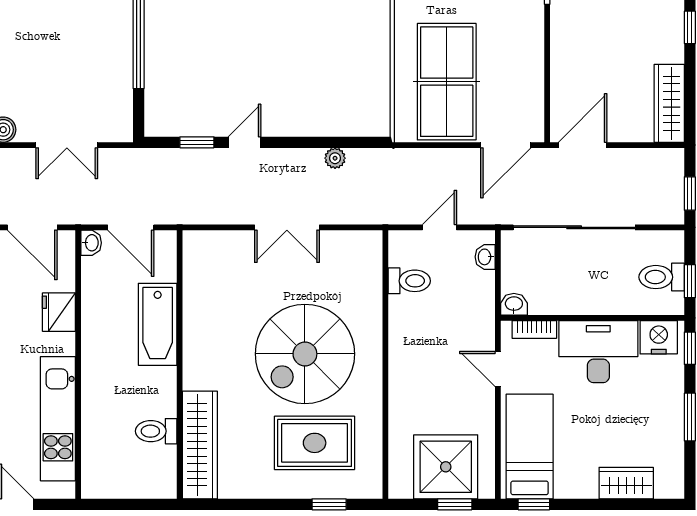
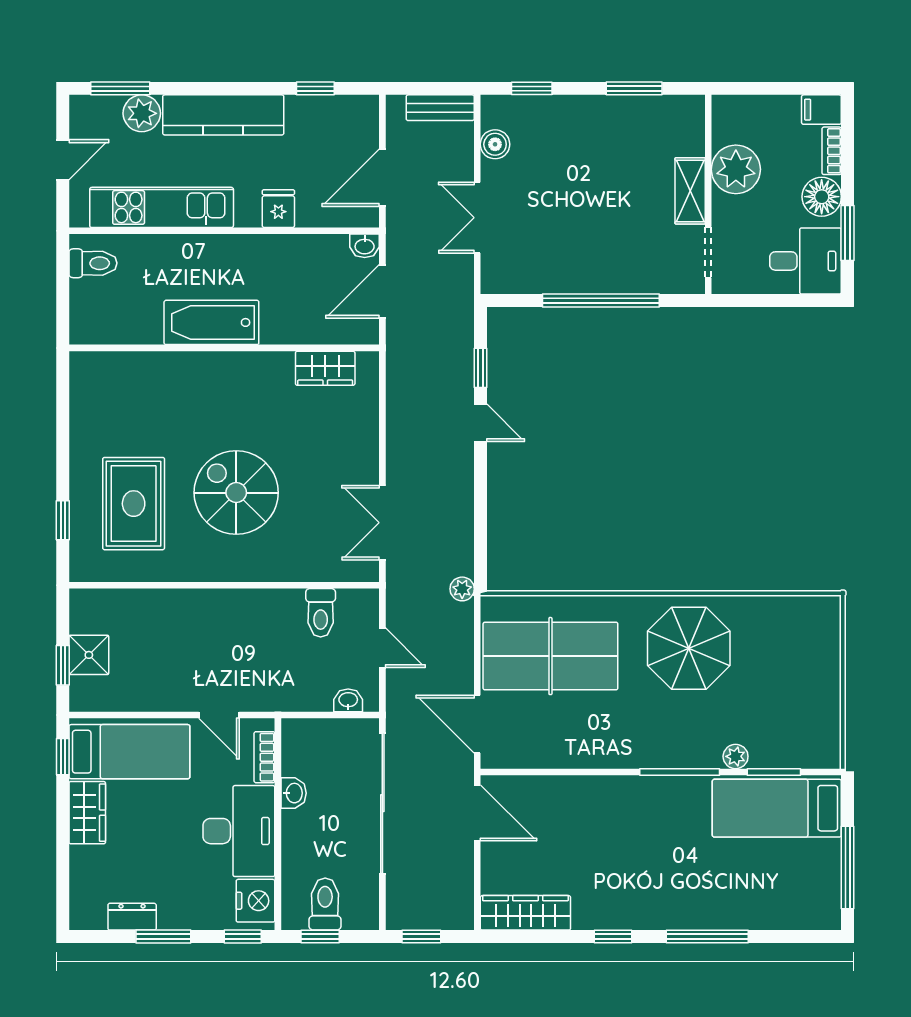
plant: (335, 158) -> (462, 589), moved
double door: (287, 227) -> (382, 523), moved
washbasin: (514, 304) -> (294, 793), moved
fridge: (59, 312) -> (278, 209), width x0.72
bathtub: (158, 324) -> (211, 322), moved
spiral stairs: (305, 354) -> (236, 493), width x0.73, depth x0.73
door: (498, 369) -> (219, 715), swing flipped
toilet: (156, 431) -> (93, 263), moved, turned 90
dresser: (673, 444) -> (132, 917), added
wardrobe: (200, 445) -> (325, 368), moved, width x0.48, depth x0.85
shower: (446, 467) -> (89, 655), width x0.54, depth x0.54
wardrobe: (626, 483) -> (87, 813), moved

